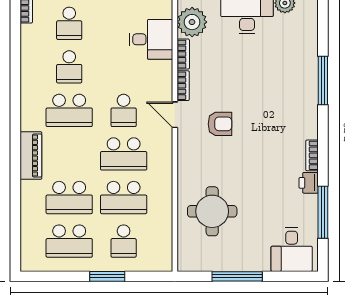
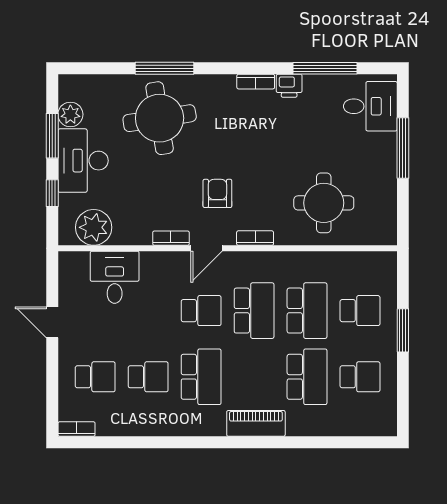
bookcase: (183, 54) -> (255, 238), moved
round table: (282, 76) -> (160, 118), added
school desk: (69, 241) -> (360, 377), width x0.54
window: (237, 276) -> (403, 148), moved

